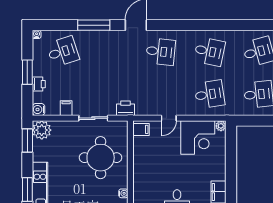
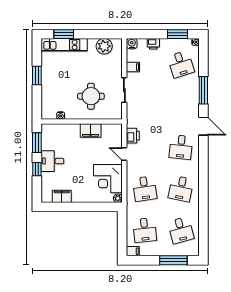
window: (27, 72) -> (178, 34), moved
printer: (125, 108) -> (133, 136), moved
filing cabinet: (141, 129) -> (91, 131), moved, width x2.00
plant: (42, 130) -> (104, 46), moved
window: (27, 140) -> (105, 34), removed
round table: (101, 158) -> (91, 96), width x0.73, depth x0.73

